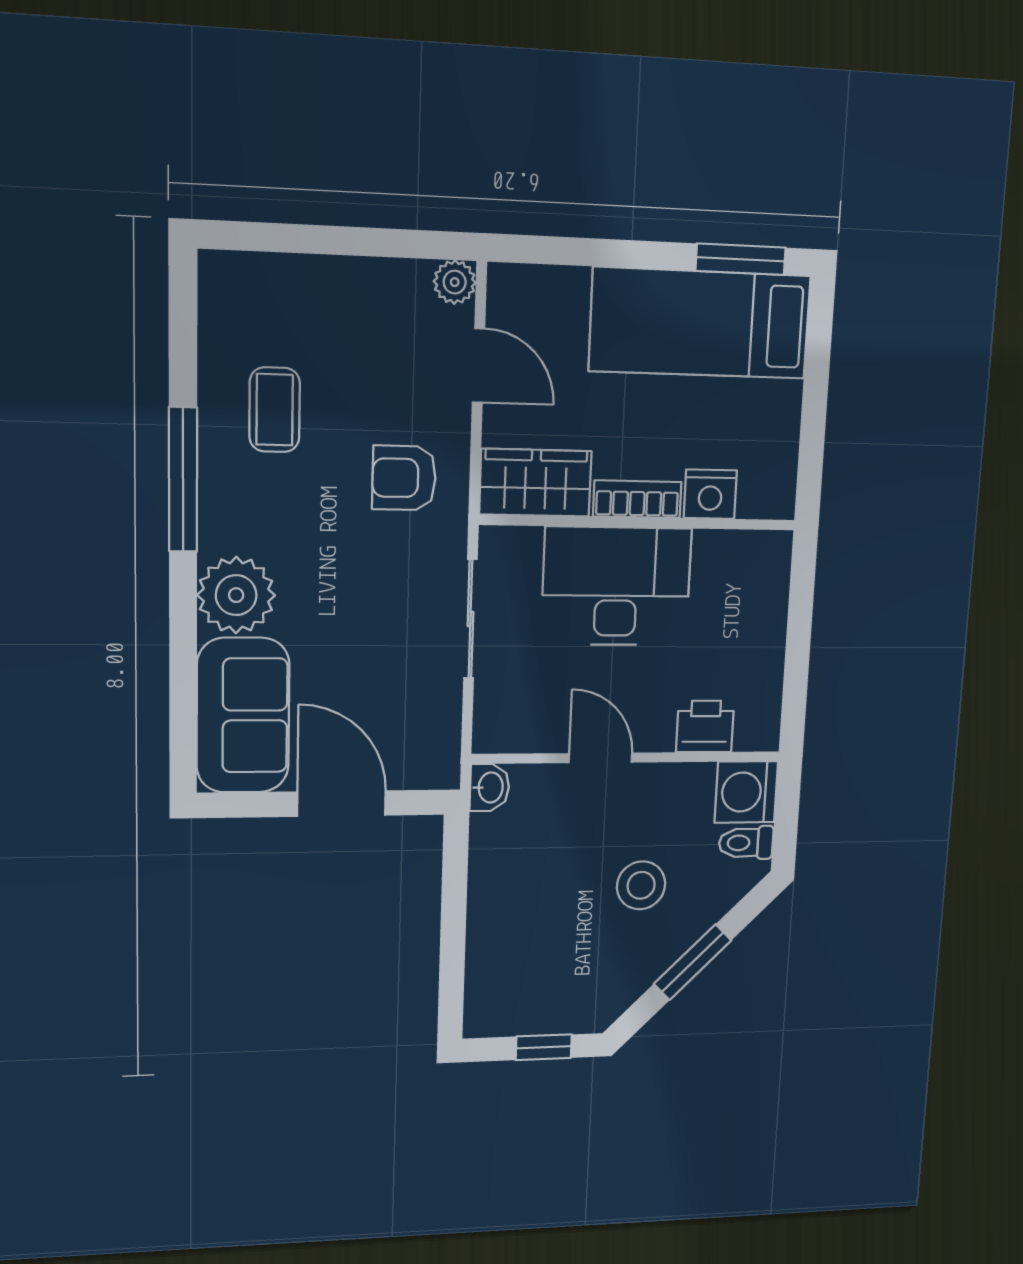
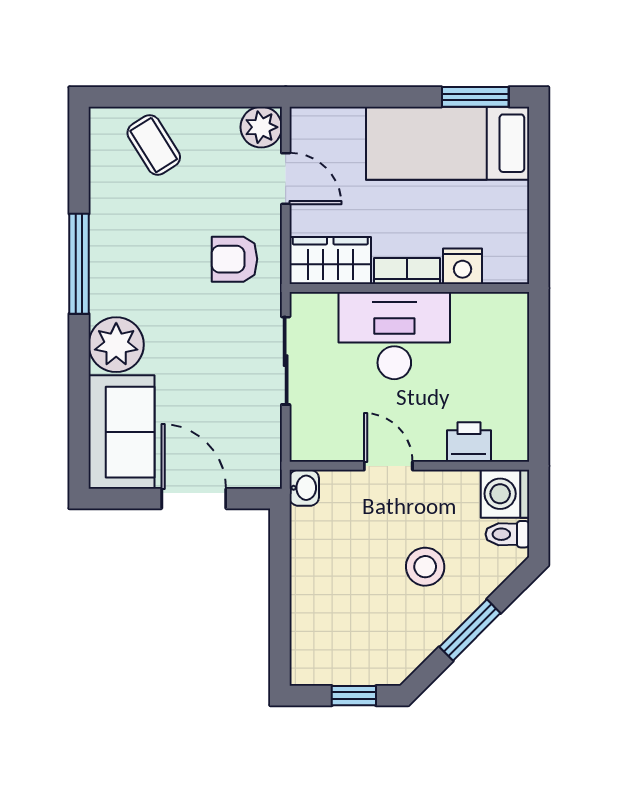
plant: (455, 282) -> (261, 127), width x1.38, depth x1.38
coffee table: (275, 410) -> (154, 145), moved, turned -32

